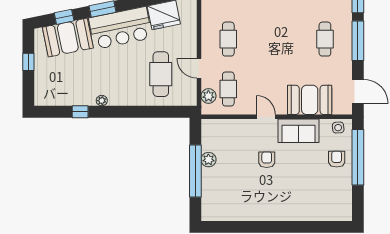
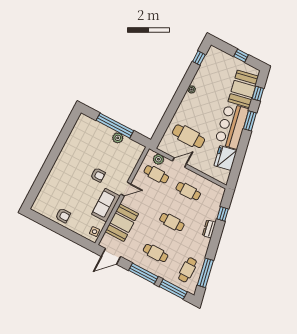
cafe table: (277, 39) -> (172, 222), added
window: (80, 112) -> (199, 58), moved
window: (358, 157) -> (69, 234), removed
armchair: (337, 159) -> (63, 216), moved

